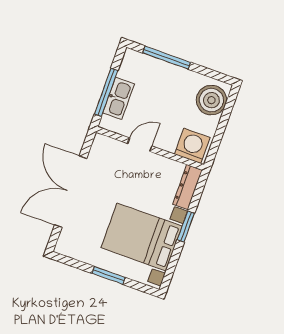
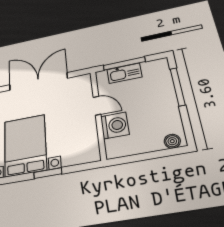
boiler: (211, 100) -> (172, 141), width x0.54, depth x0.54
washing machine: (192, 146) -> (115, 125), moved
dresser: (187, 187) -> (81, 157), removed

